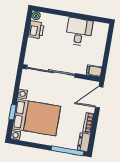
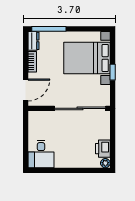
desk: (79, 32) -> (41, 154), moved
filing cabinet: (94, 71) -> (36, 116), removed
window: (13, 112) -> (113, 72), moved

